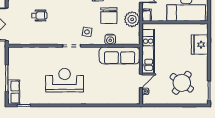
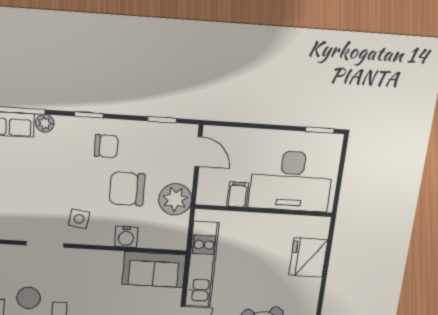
filing cabinet: (147, 15) -> (238, 195), moved
chair: (109, 16) -> (127, 189), turned 90
sofa: (120, 55) -> (154, 270), width x0.73

